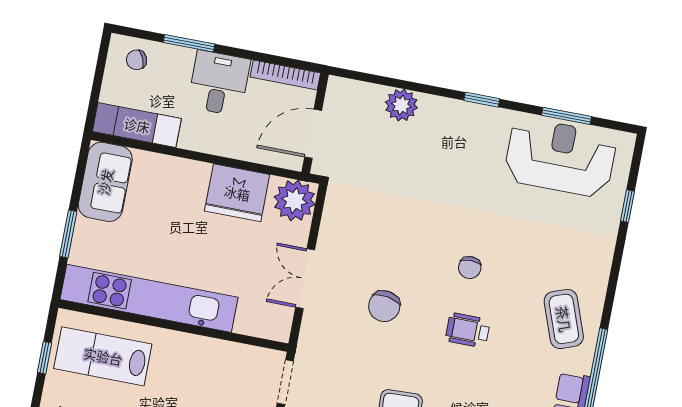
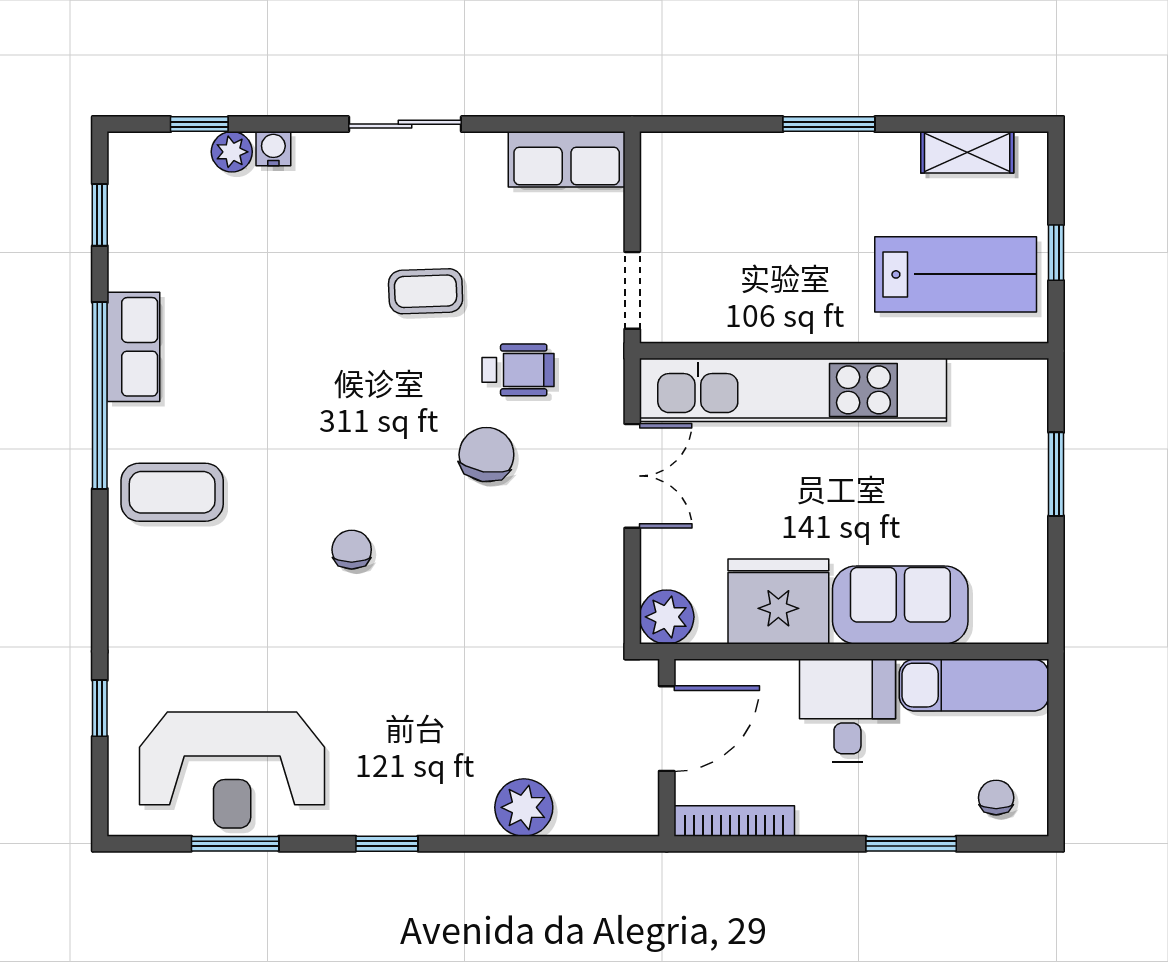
chair: (137, 60) -> (996, 798), turned -67
desk: (219, 83) -> (847, 711), moved, turned 180
sofa: (105, 182) -> (900, 605), moved, turned 90
plant: (295, 201) -> (667, 617), width x0.73, depth x0.73
kitchen unit: (149, 298) -> (793, 390), moved
coffee table: (564, 319) -> (172, 492), turned -70
wheelchair: (468, 330) -> (518, 370), moved

